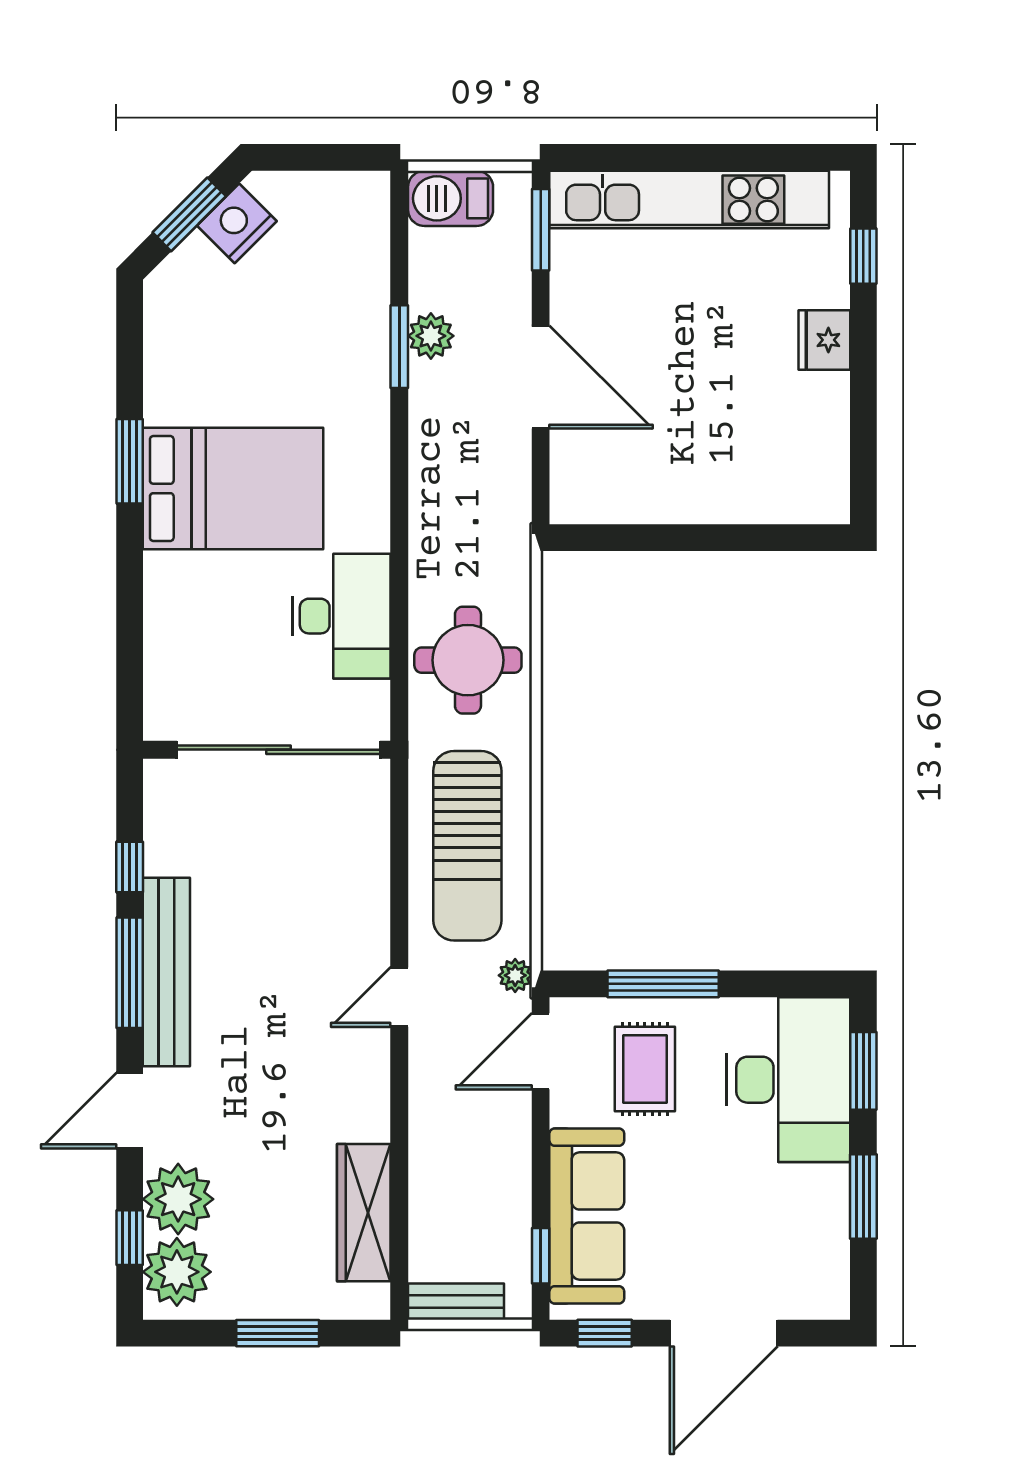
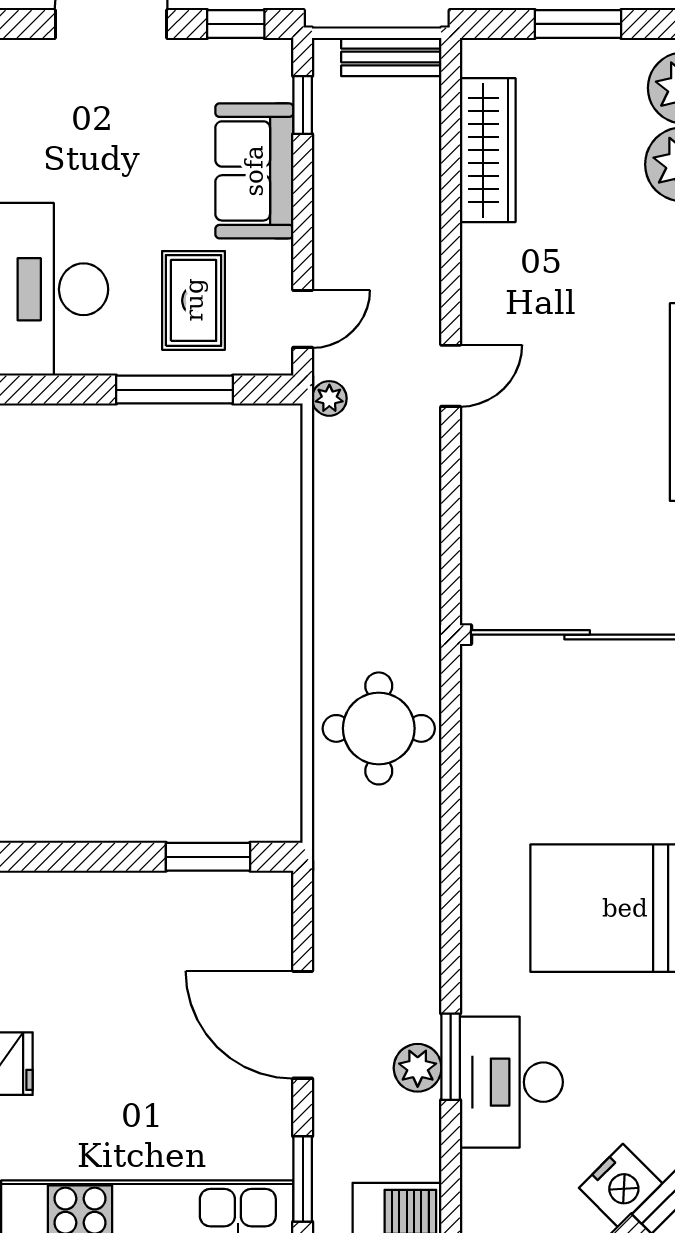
window: (631, 538) -> (208, 857), added
desk: (341, 616) -> (511, 1082), moved
sun lounger: (467, 846) -> (379, 534), removed
door: (541, 1051) -> (303, 319), width x0.73
sofa: (587, 1216) -> (254, 171), width x0.73

